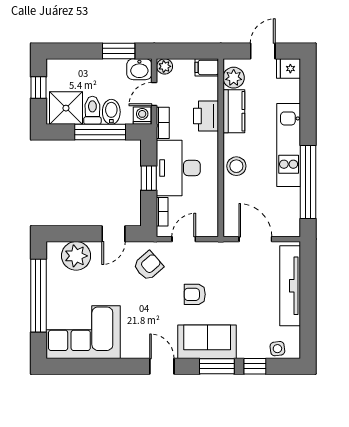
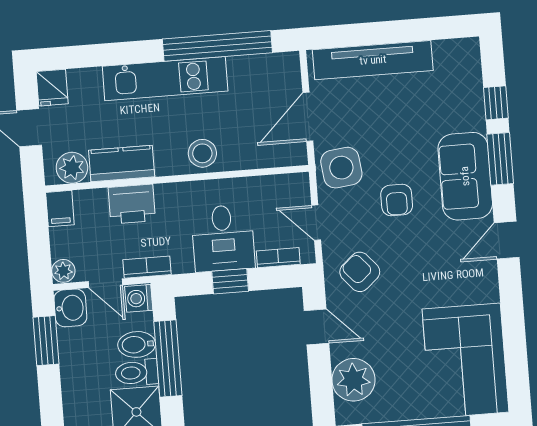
desk: (178, 168) -> (223, 238), width x0.73
side table: (277, 349) -> (341, 168), moved, width x1.87, depth x1.87

